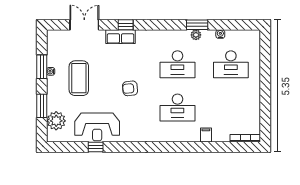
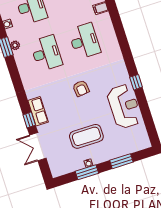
window: (126, 25) -> (29, 120), moved
plant: (56, 121) -> (130, 144), removed
window: (96, 147) -> (136, 82), moved

